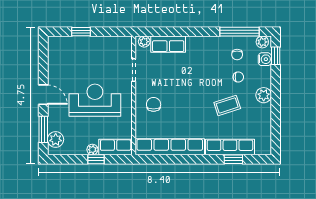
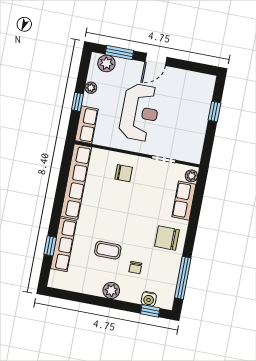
plant: (262, 42) -> (167, 300), removed
chair: (237, 55) -> (167, 238), moved, width x1.87, depth x1.87
coffee table: (227, 105) -> (108, 250), turned -72
plant: (92, 150) -> (91, 88), moved

